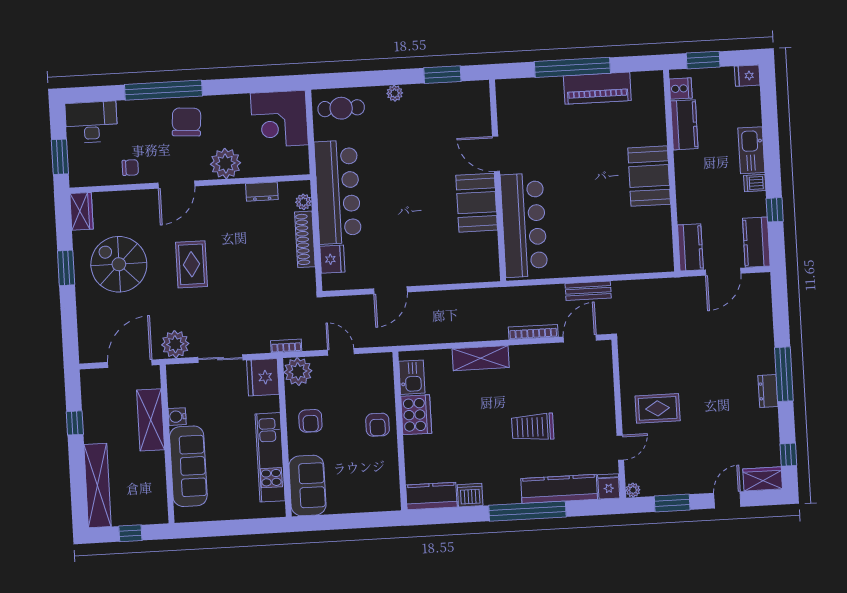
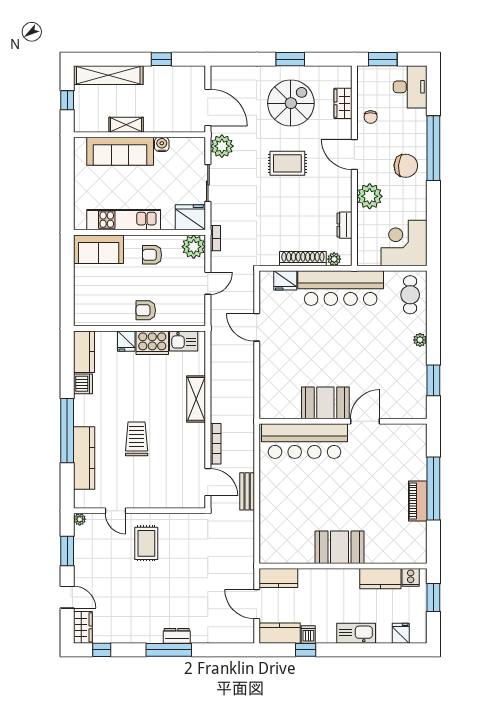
fridge: (747, 76) -> (401, 633), moved
piano: (597, 88) -> (418, 501), width x0.73, depth x0.75
dishwasher: (755, 183) -> (308, 634), moved
wardrobe: (81, 211) -> (343, 103), moved, turned 90
dresser: (768, 391) -> (177, 636), moved
shelving: (151, 420) -> (126, 125), moved, width x0.67, depth x0.75
fridge: (609, 486) -> (126, 341), moved, turned 90

